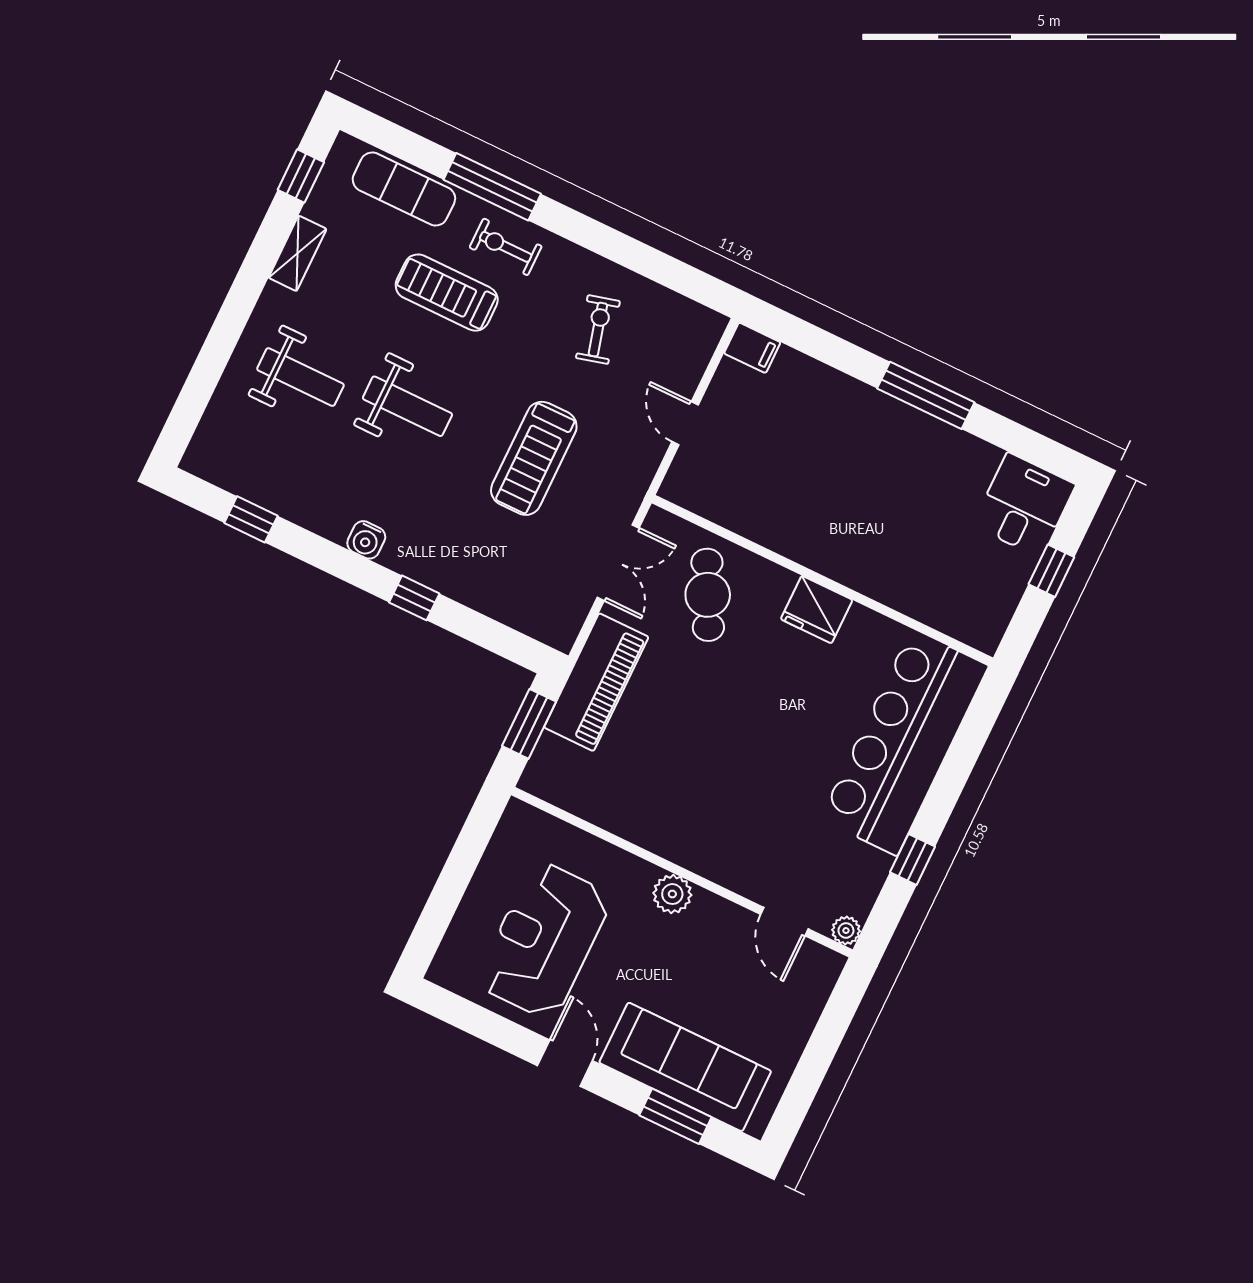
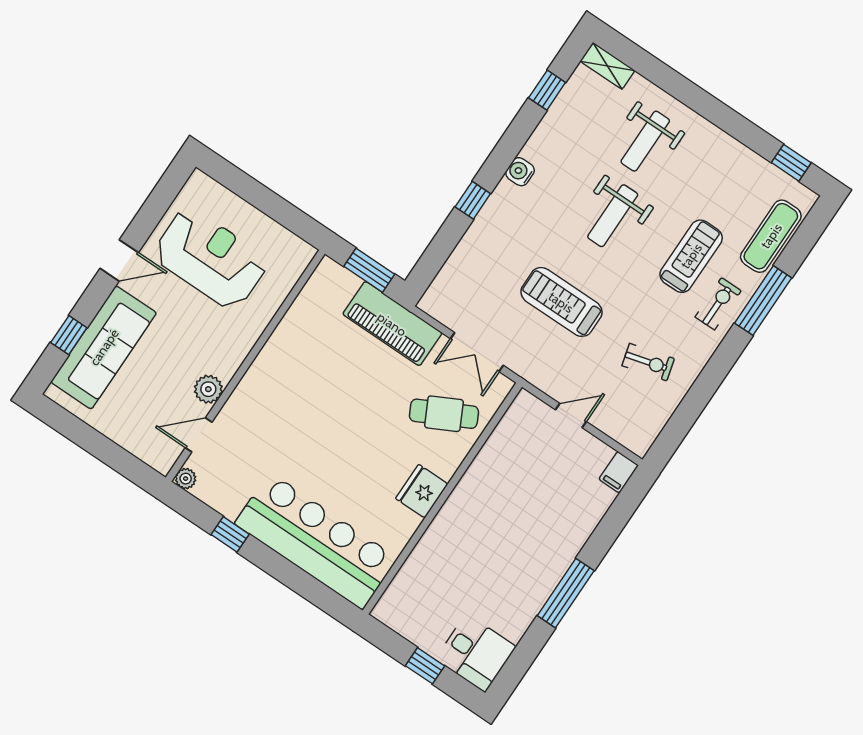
shelving: (298, 253) -> (607, 66), moved
plant: (672, 894) -> (208, 389), moved
window: (675, 1116) -> (69, 335), width x0.67

